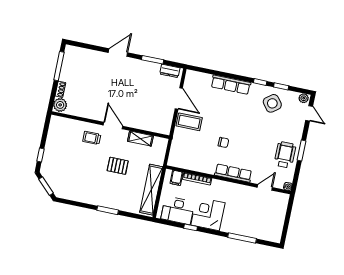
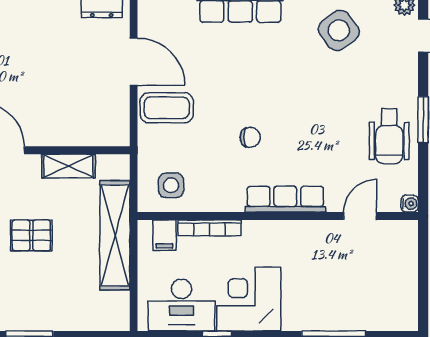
wheelchair: (285, 155) -> (389, 136), turned 180
side table: (184, 156) -> (171, 185), added
shelving: (151, 190) -> (115, 235), moved

